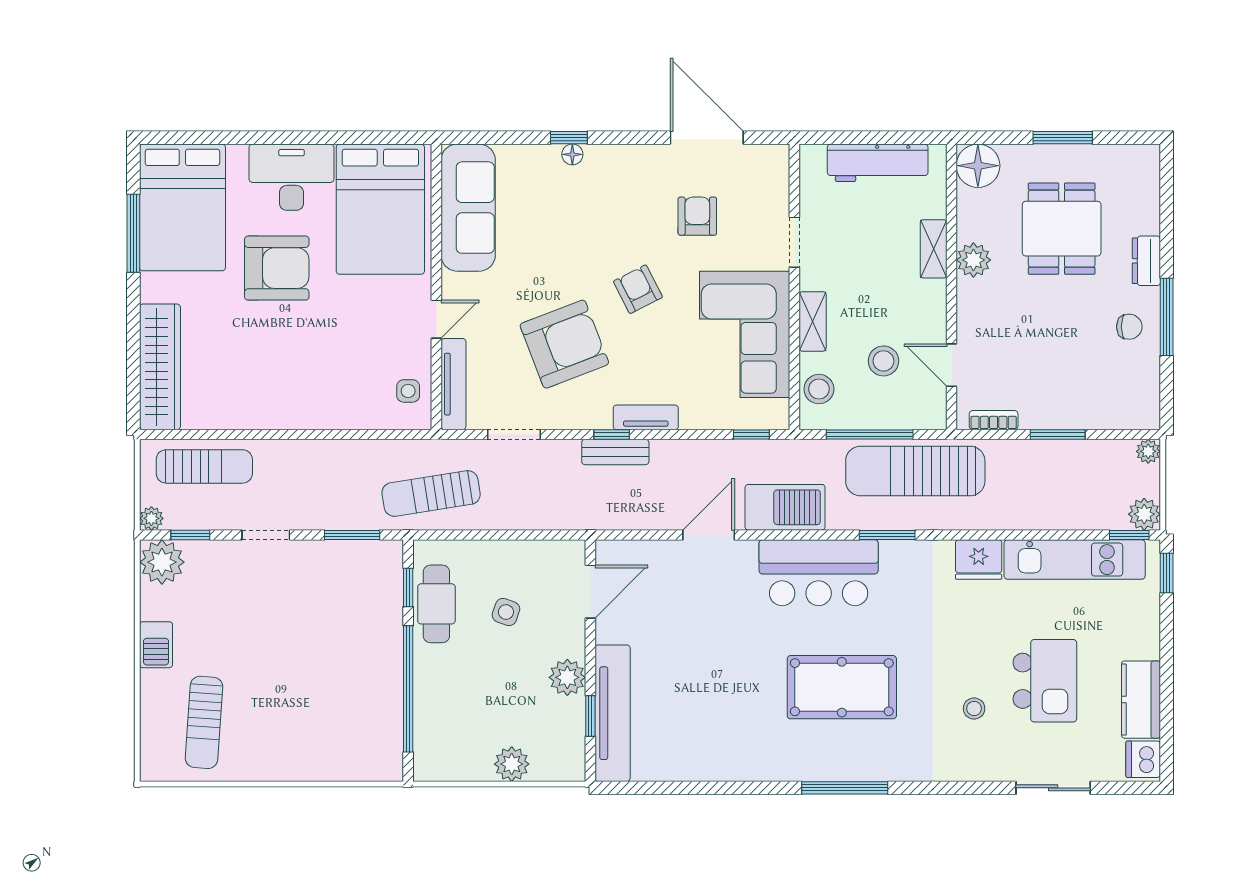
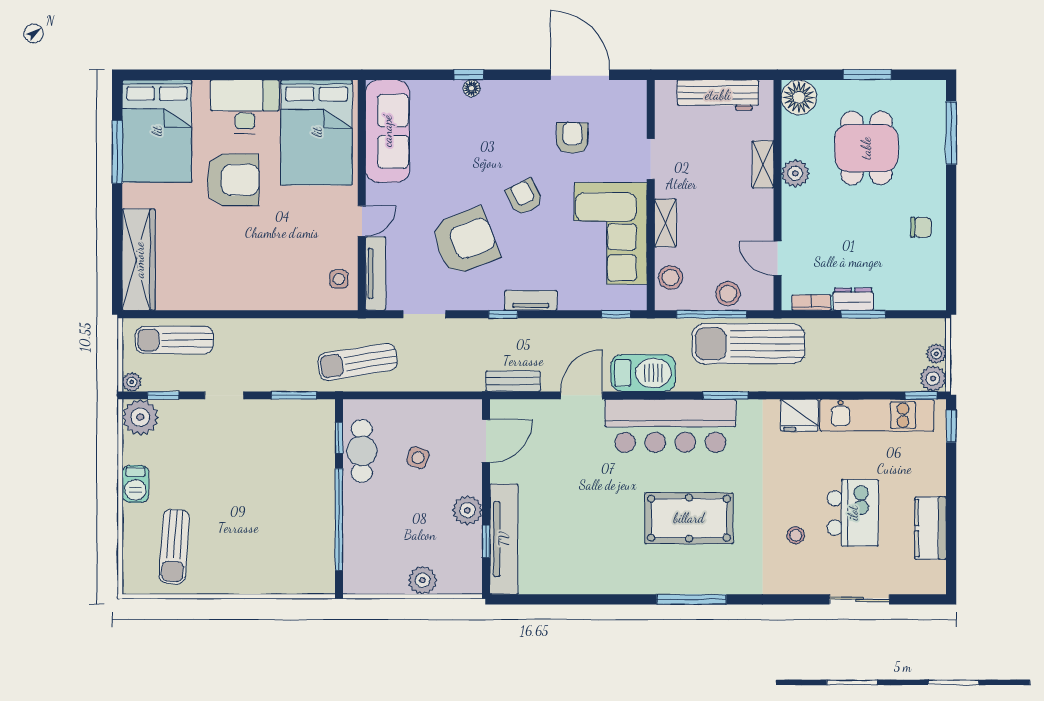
dresser: (1146, 261) -> (853, 299), moved, turned 90
window: (1167, 317) -> (951, 133), moved
stool: (884, 361) -> (728, 294), moved
plant: (1148, 451) -> (936, 354), moved
bench: (615, 452) -> (513, 381), moved
sun lounger: (204, 466) -> (174, 340), turned 180
bar counter: (819, 573) -> (670, 426), width x1.36
dishwasher: (1143, 759) -> (932, 576), removed

